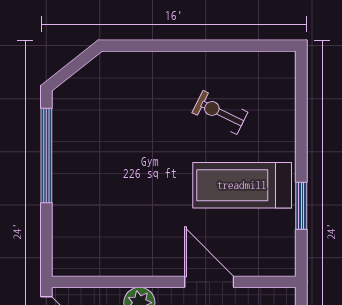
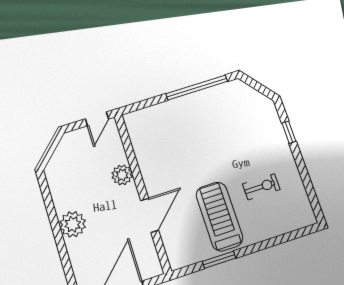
window: (155, 46) -> (289, 132), added
exercise bike: (220, 112) -> (261, 187), turned 64

